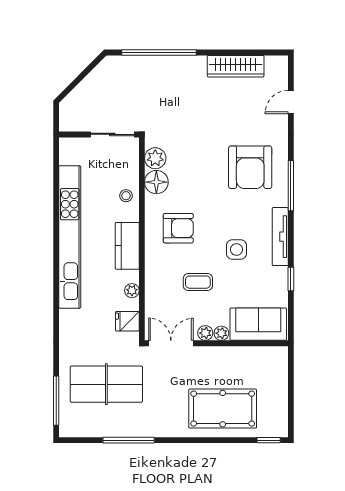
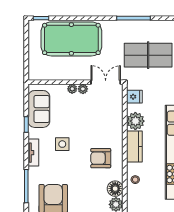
tv unit: (280, 237) -> (33, 153), width x0.71
coffee table: (198, 282) -> (88, 123), removed
plant: (132, 291) -> (135, 121), width x1.88, depth x1.88
sofa: (258, 324) -> (39, 109), moved, turned -90
double door: (171, 343) -> (106, 82), swing flipped
pool table: (223, 409) -> (71, 39), width x1.36, depth x1.32

